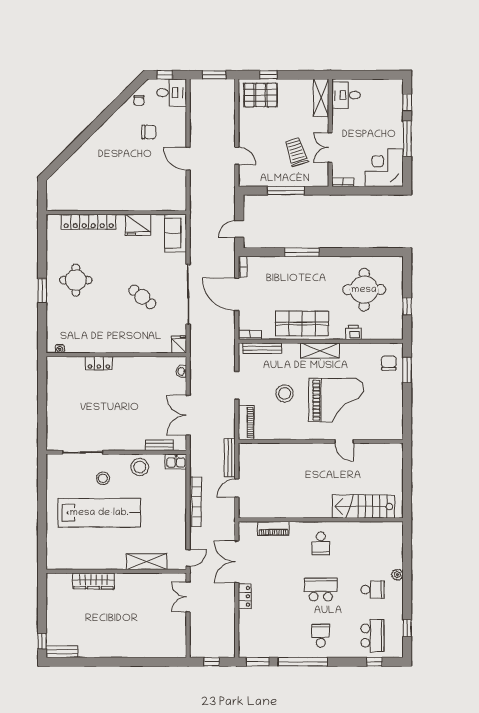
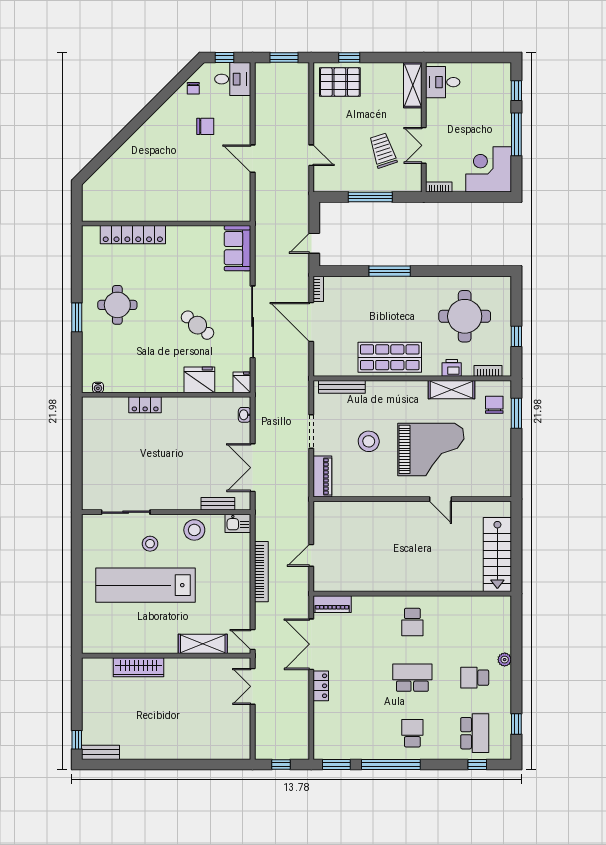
fridge: (138, 225) -> (199, 380), moved, turned 180
bookcase: (250, 335) -> (488, 371), moved
shelving: (320, 350) -> (452, 390), moved
bench: (230, 458) -> (303, 519), removed
stairs: (363, 507) -> (497, 554), moved, turned -90
lab bench: (99, 513) -> (146, 585), turned 180
piano: (273, 528) -> (332, 604), moved
door: (188, 558) -> (253, 640), swing flipped
school desk: (372, 590) -> (475, 678), turned 180

